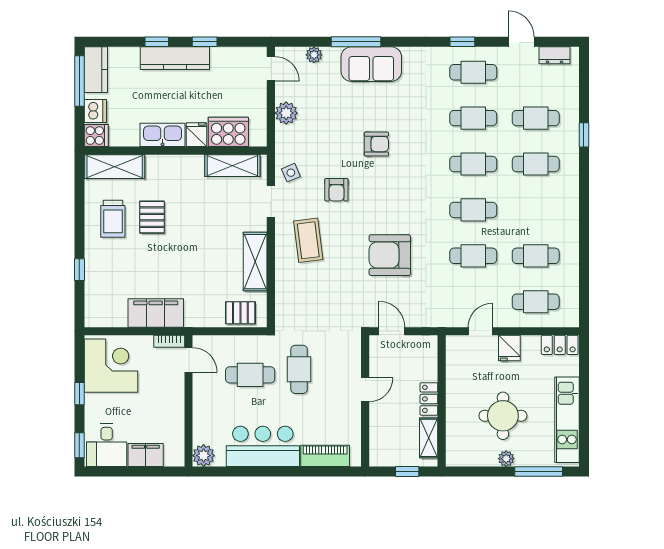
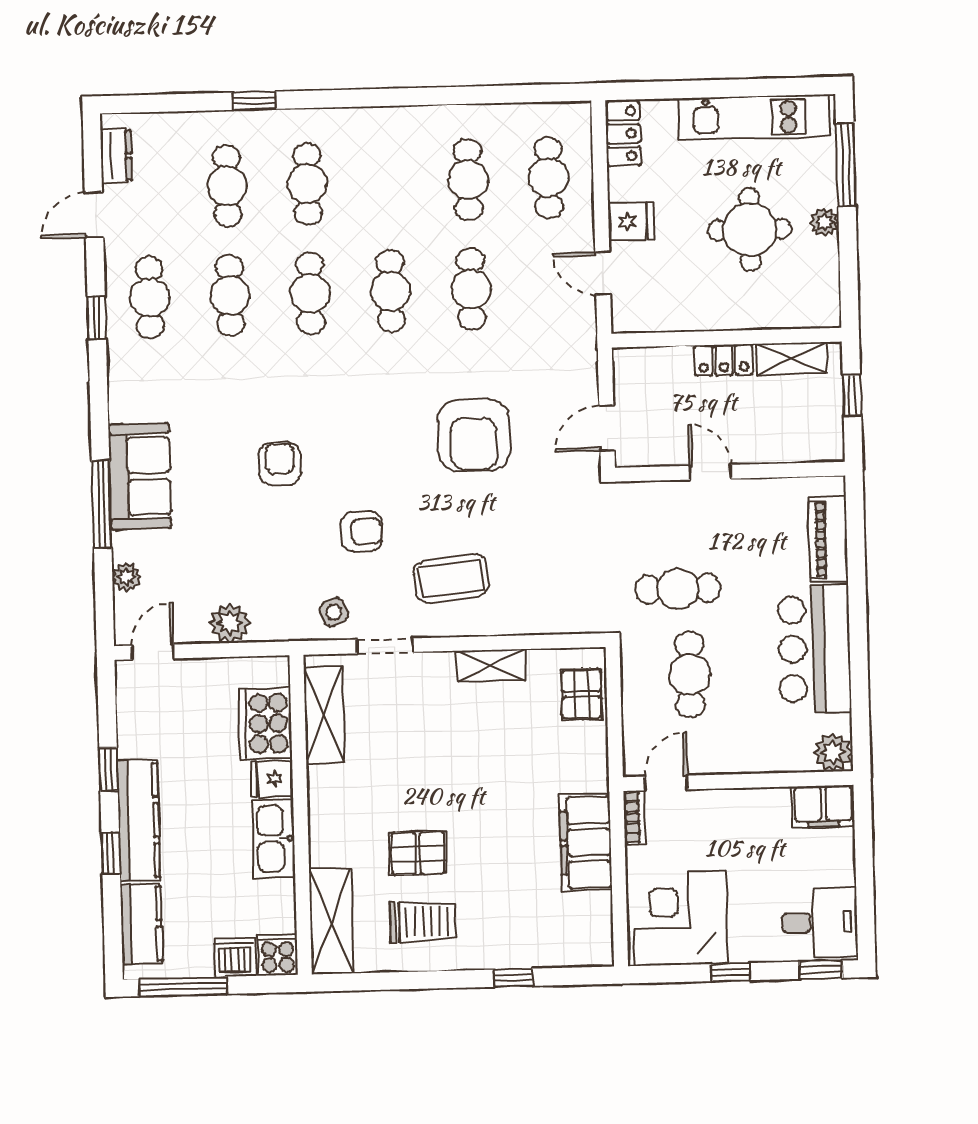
kitchen counter: (96, 70) -> (141, 924), moved, turned 90
shelving: (255, 262) -> (491, 665), width x0.67, depth x0.75
filing cabinet: (146, 455) -> (823, 806), moved, turned -90

